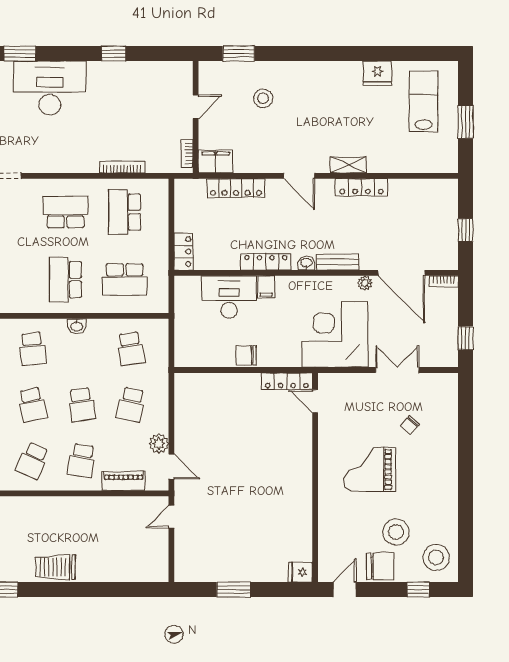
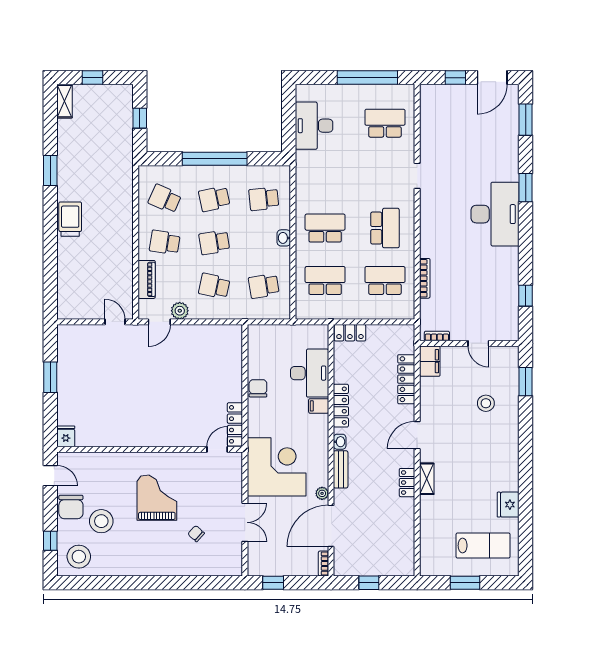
window: (114, 53) -> (526, 296), moved
locker: (361, 187) -> (407, 483), width x0.66
school desk: (125, 280) -> (325, 280), turned 90

